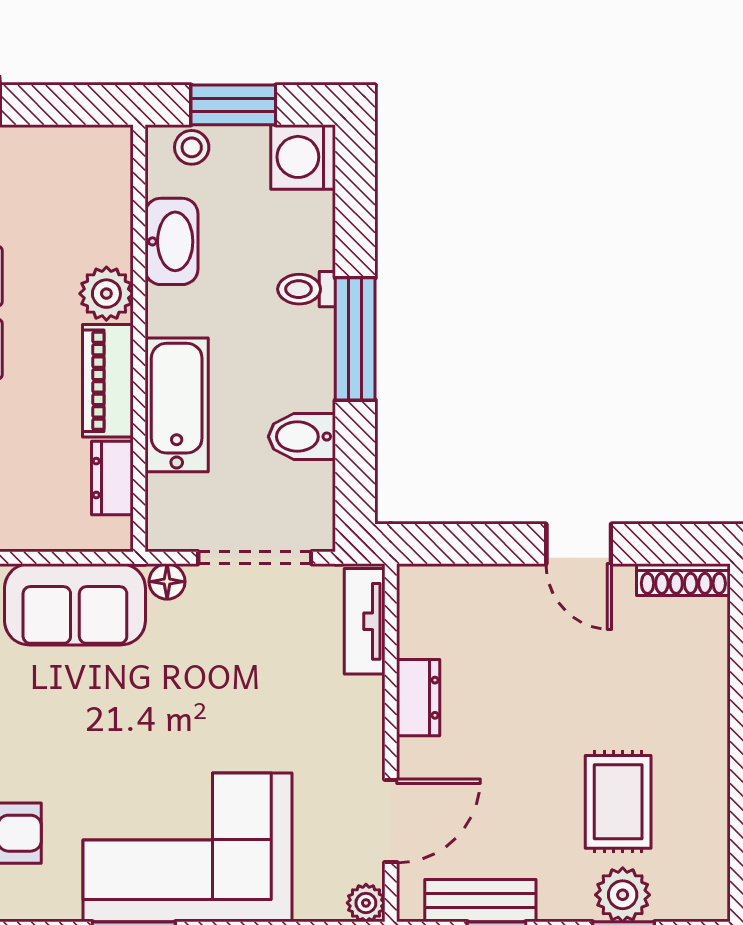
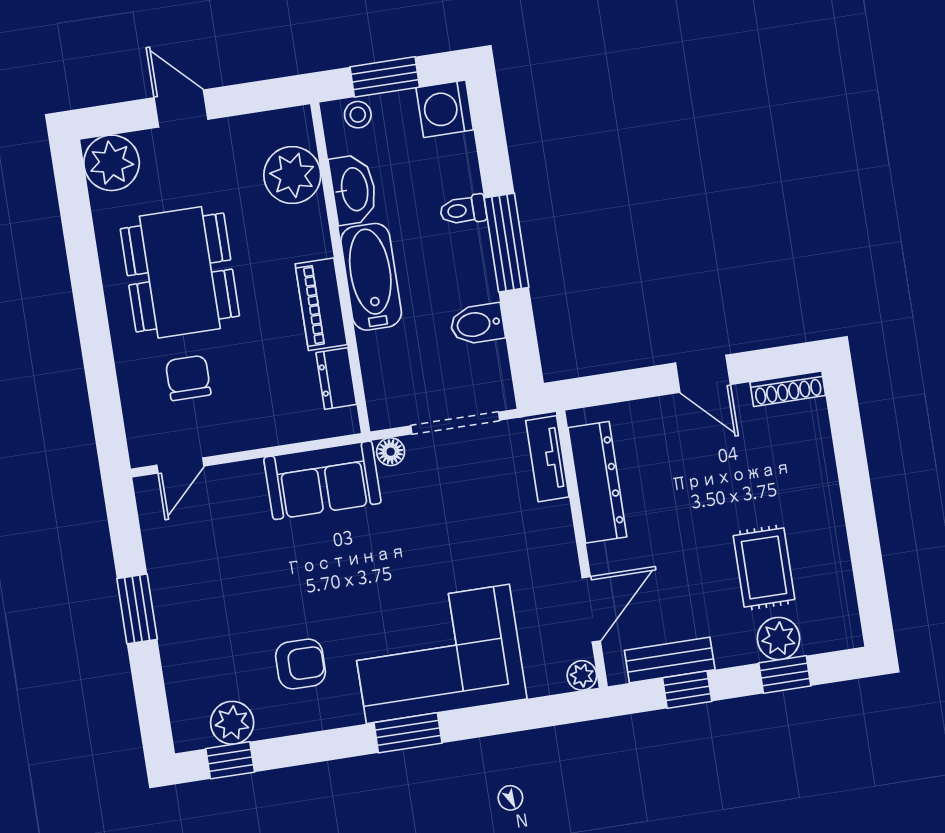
plant: (106, 294) -> (292, 175), moved, width x1.36, depth x1.36
bathtub: (177, 405) -> (371, 277), moved
dresser: (418, 698) -> (597, 482), width x1.96, depth x1.24

